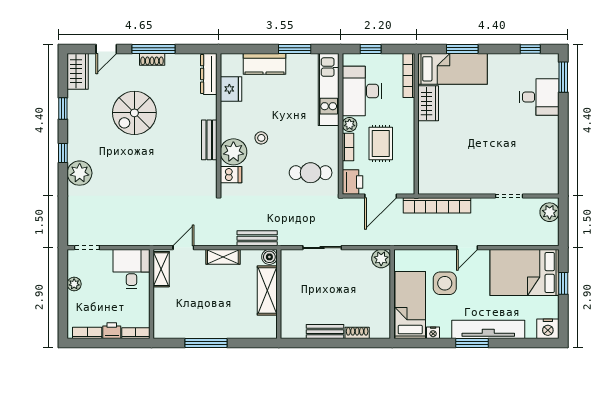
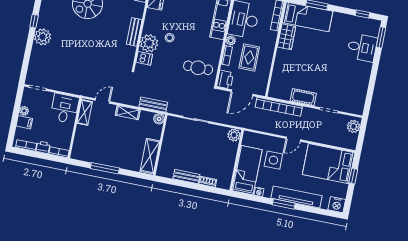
cot: (469, 185) -> (303, 97), added
shelving: (267, 290) -> (150, 156), moved
filing cabinet: (78, 300) -> (24, 122), added

